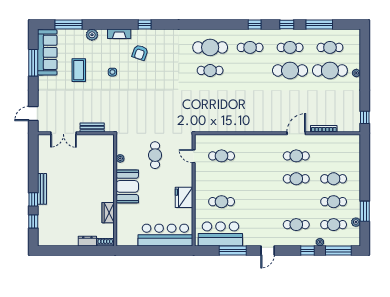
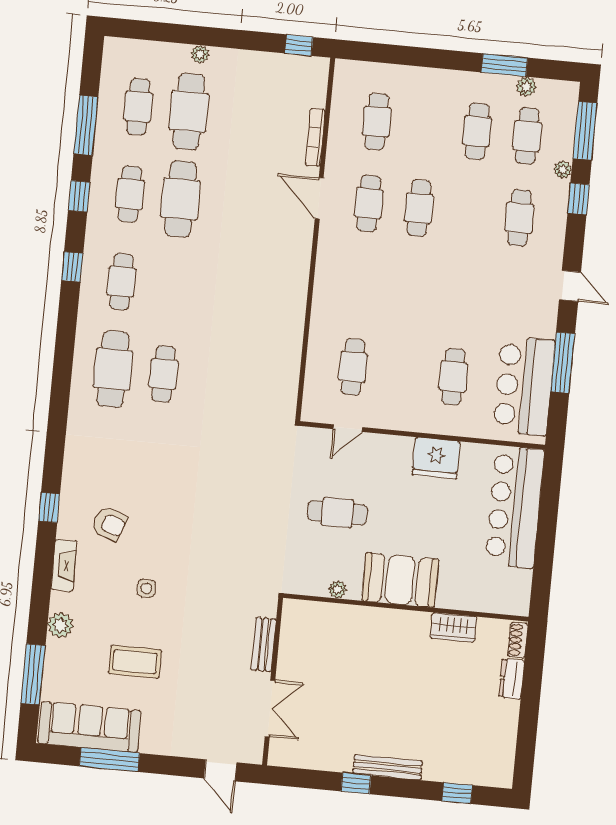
cafe table: (334, 179) -> (377, 121), moved
window: (33, 199) -> (356, 783), moved

